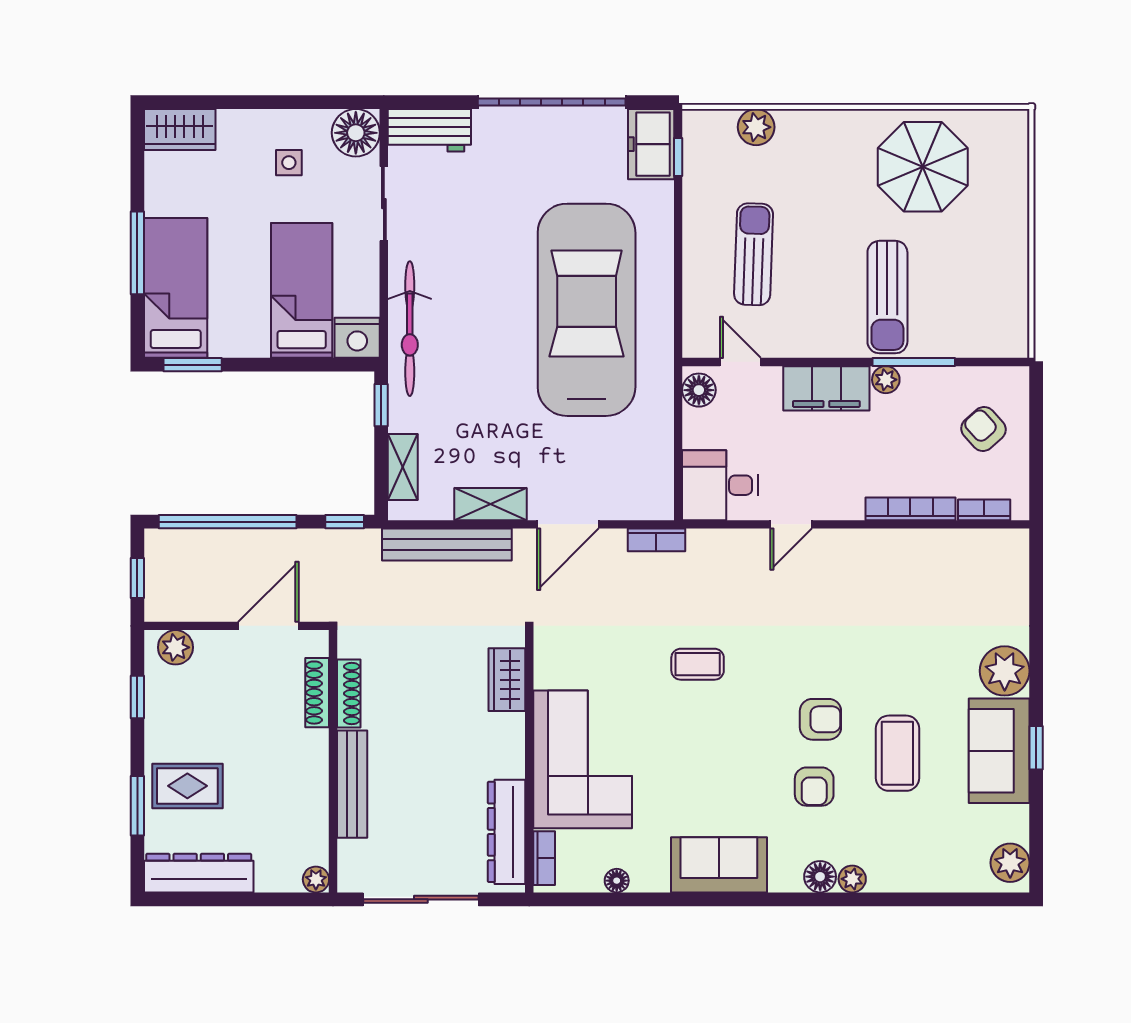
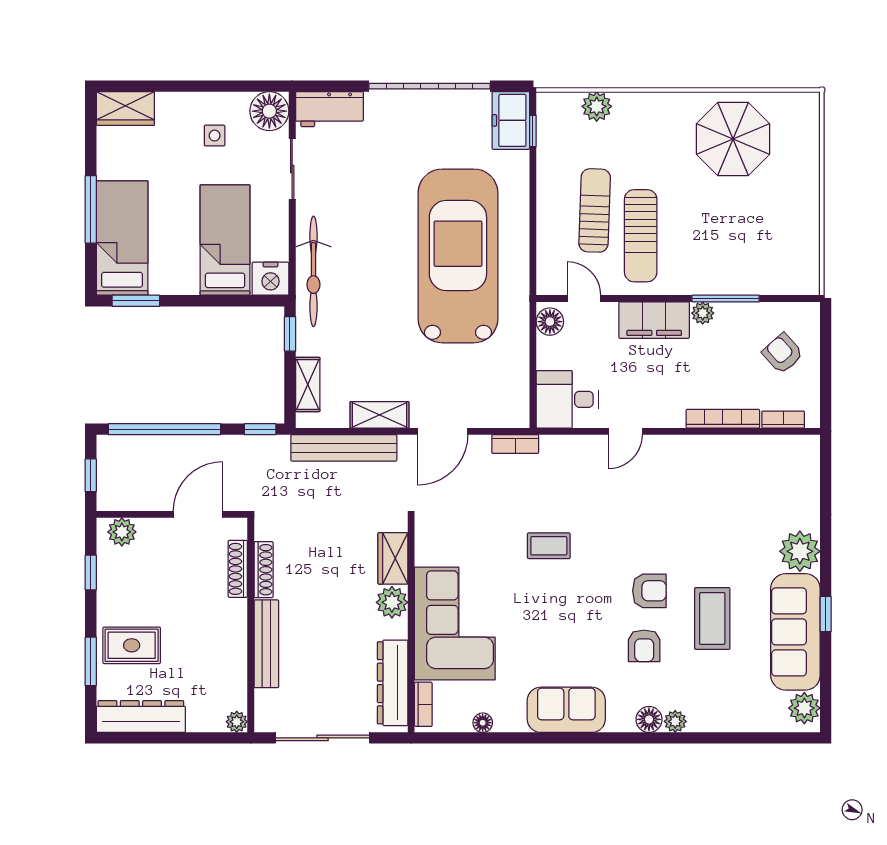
sun lounger: (887, 297) -> (641, 236), moved
plant: (506, 733) -> (392, 602), added
sofa: (999, 751) -> (795, 632), width x1.36

